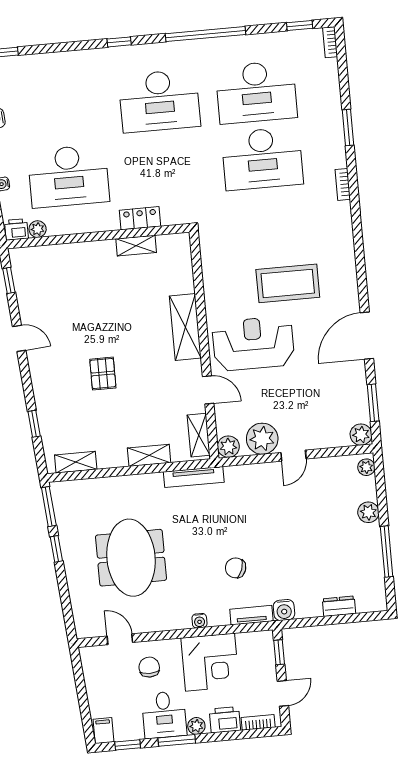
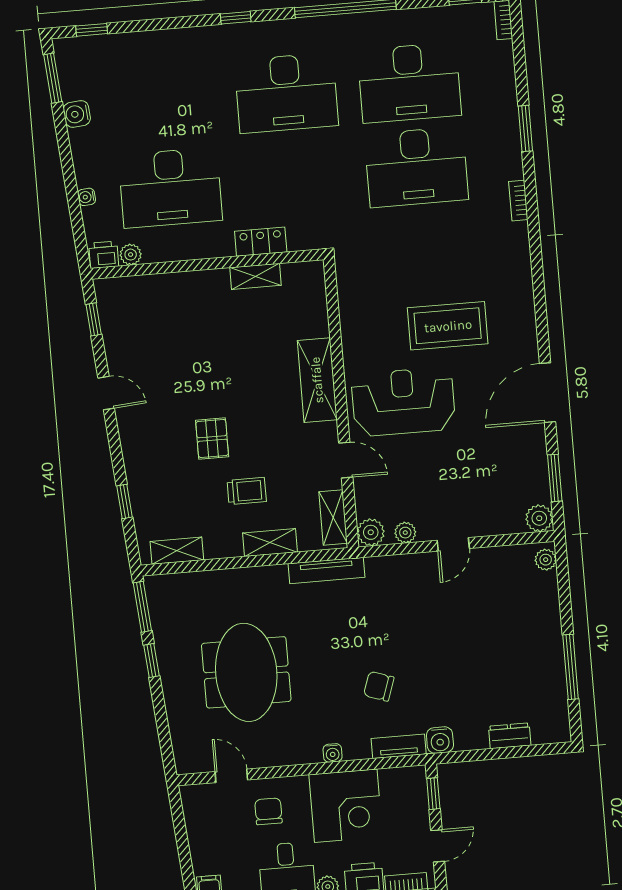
trolley: (130, 415) -> (247, 491), added
plant: (262, 439) -> (405, 533), width x0.53, depth x0.53
plant: (368, 512) -> (548, 617), removed

